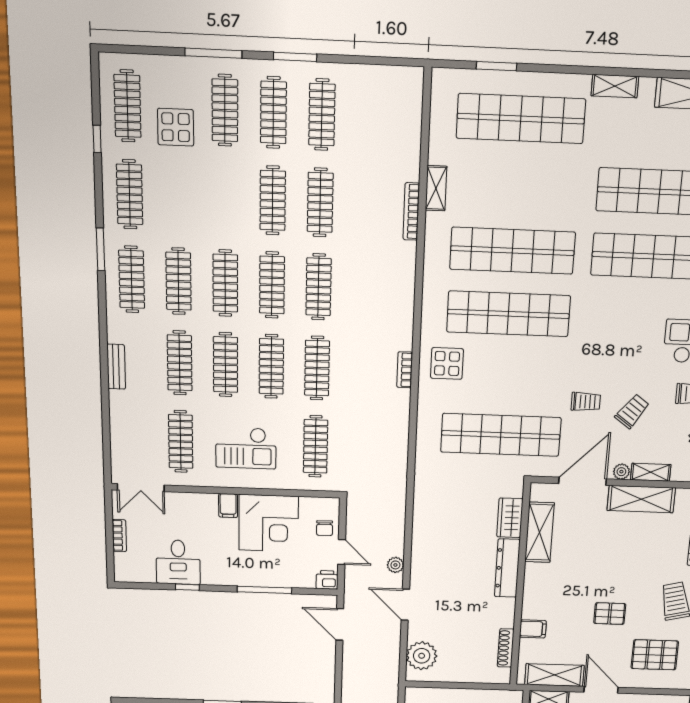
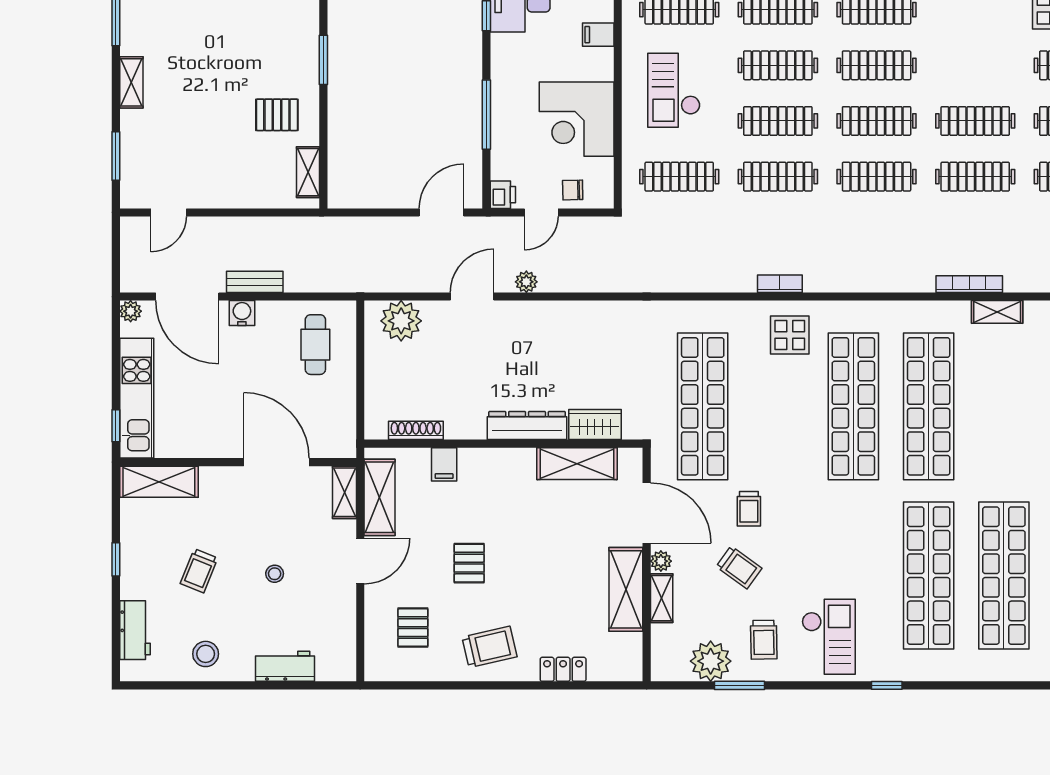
filing cabinet: (228, 506) -> (598, 35), moved
pallet: (655, 655) -> (413, 628), width x0.67, depth x0.71

